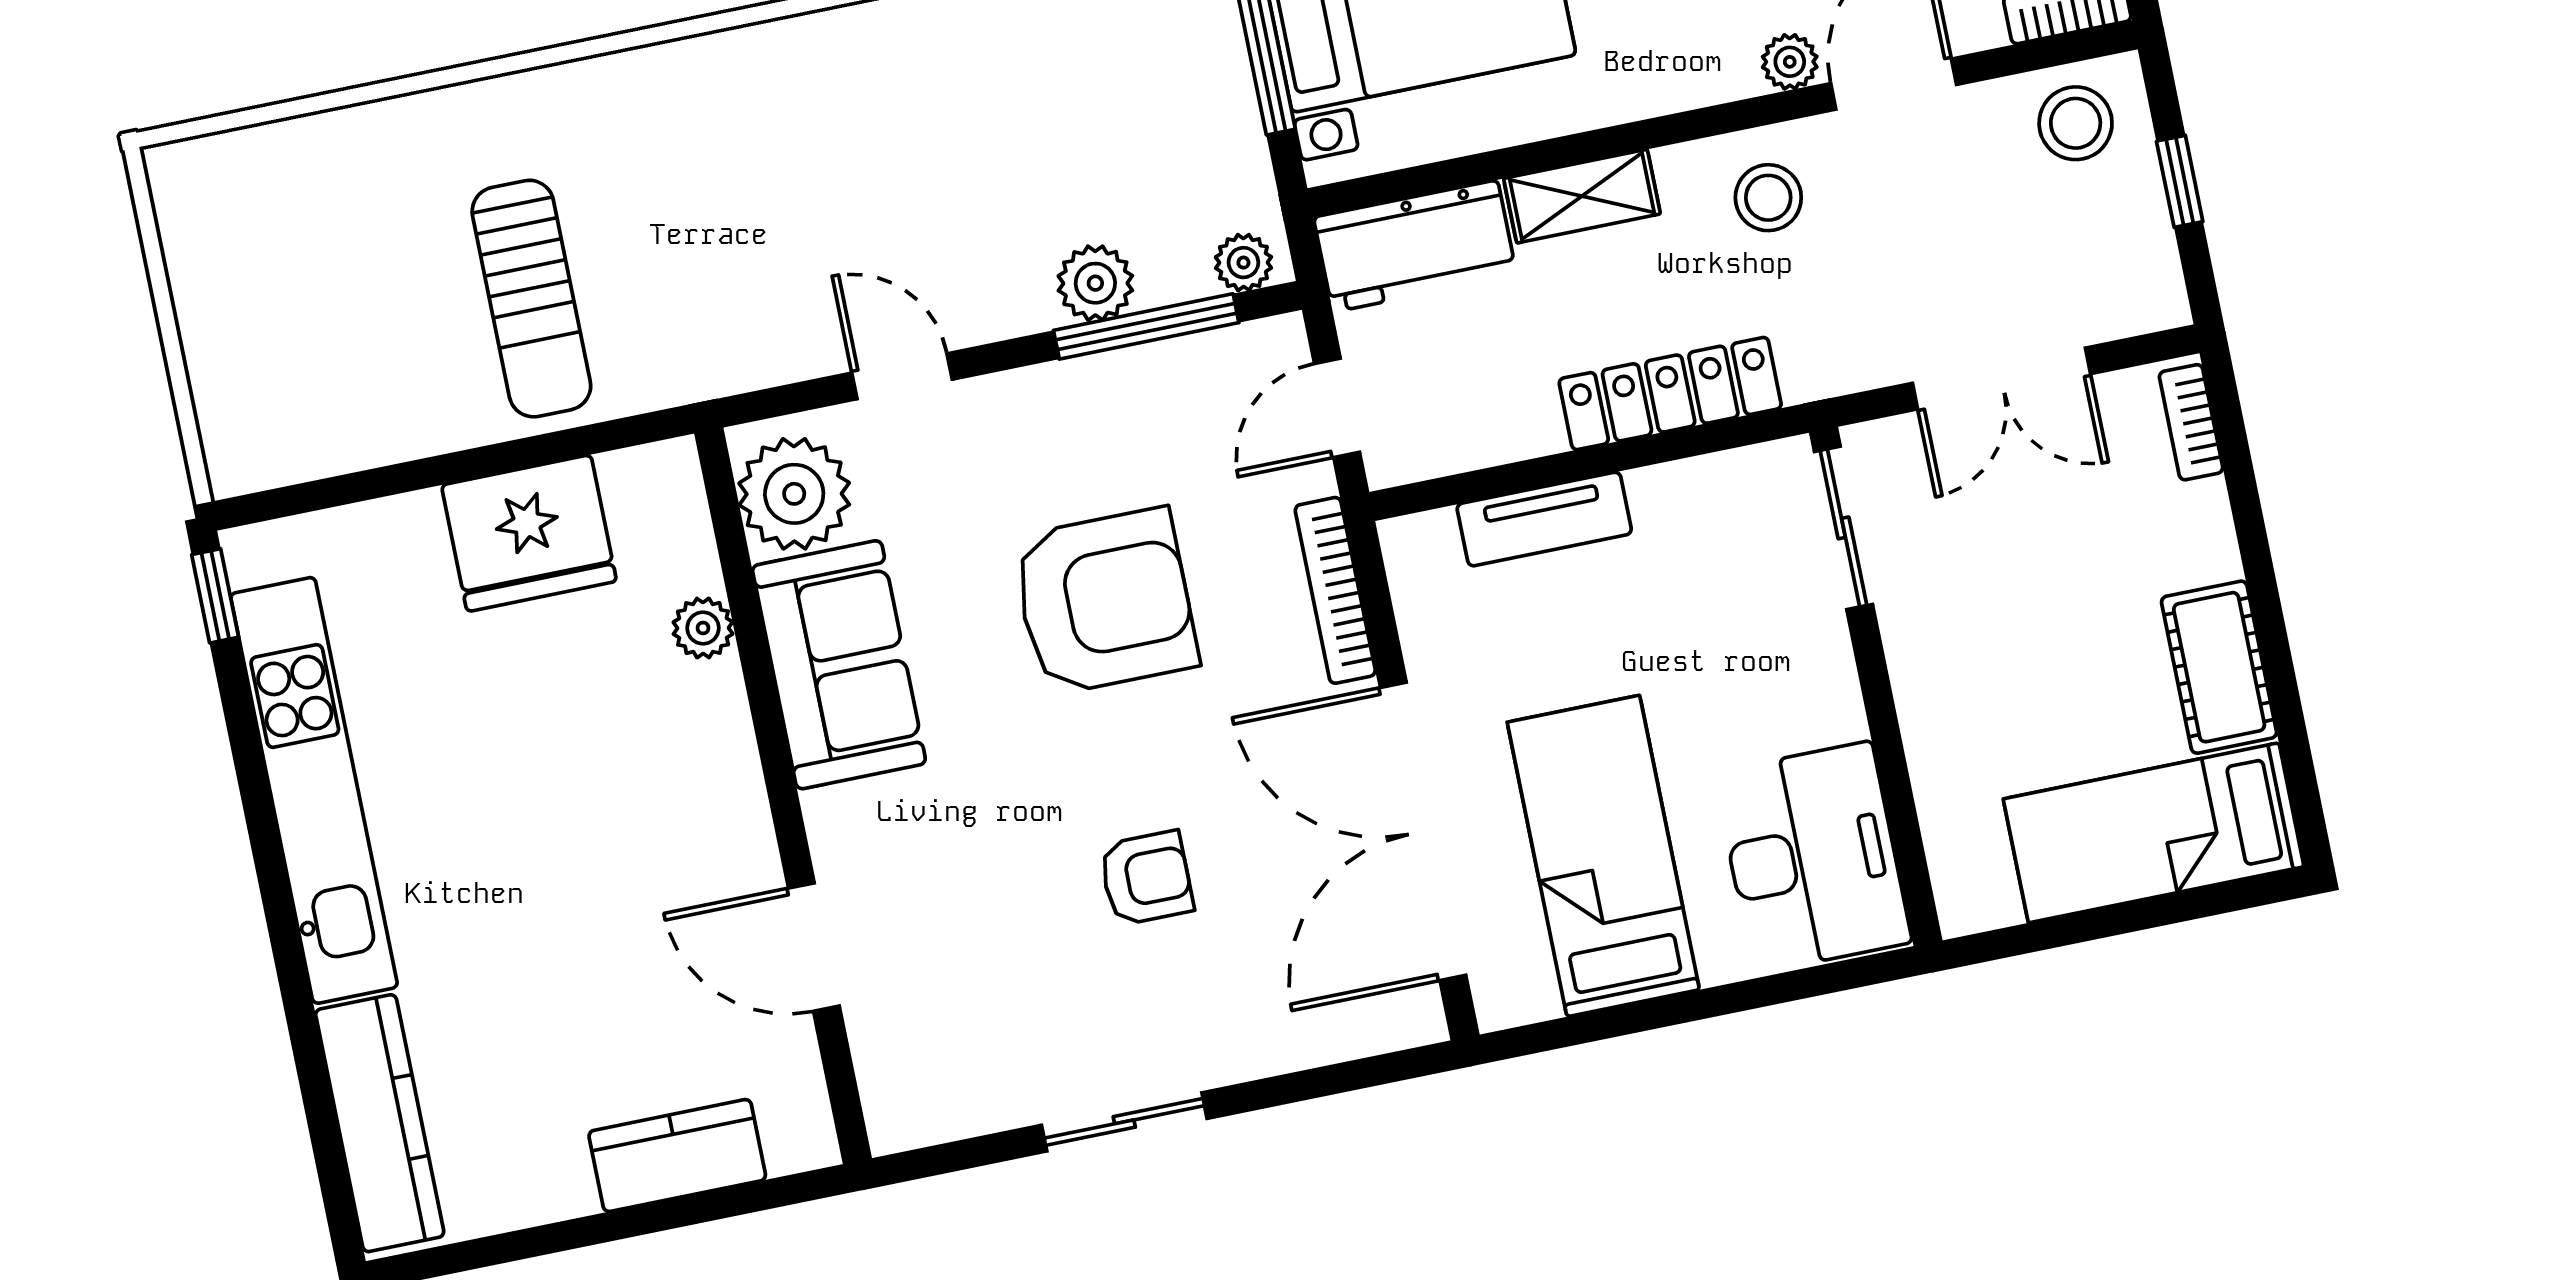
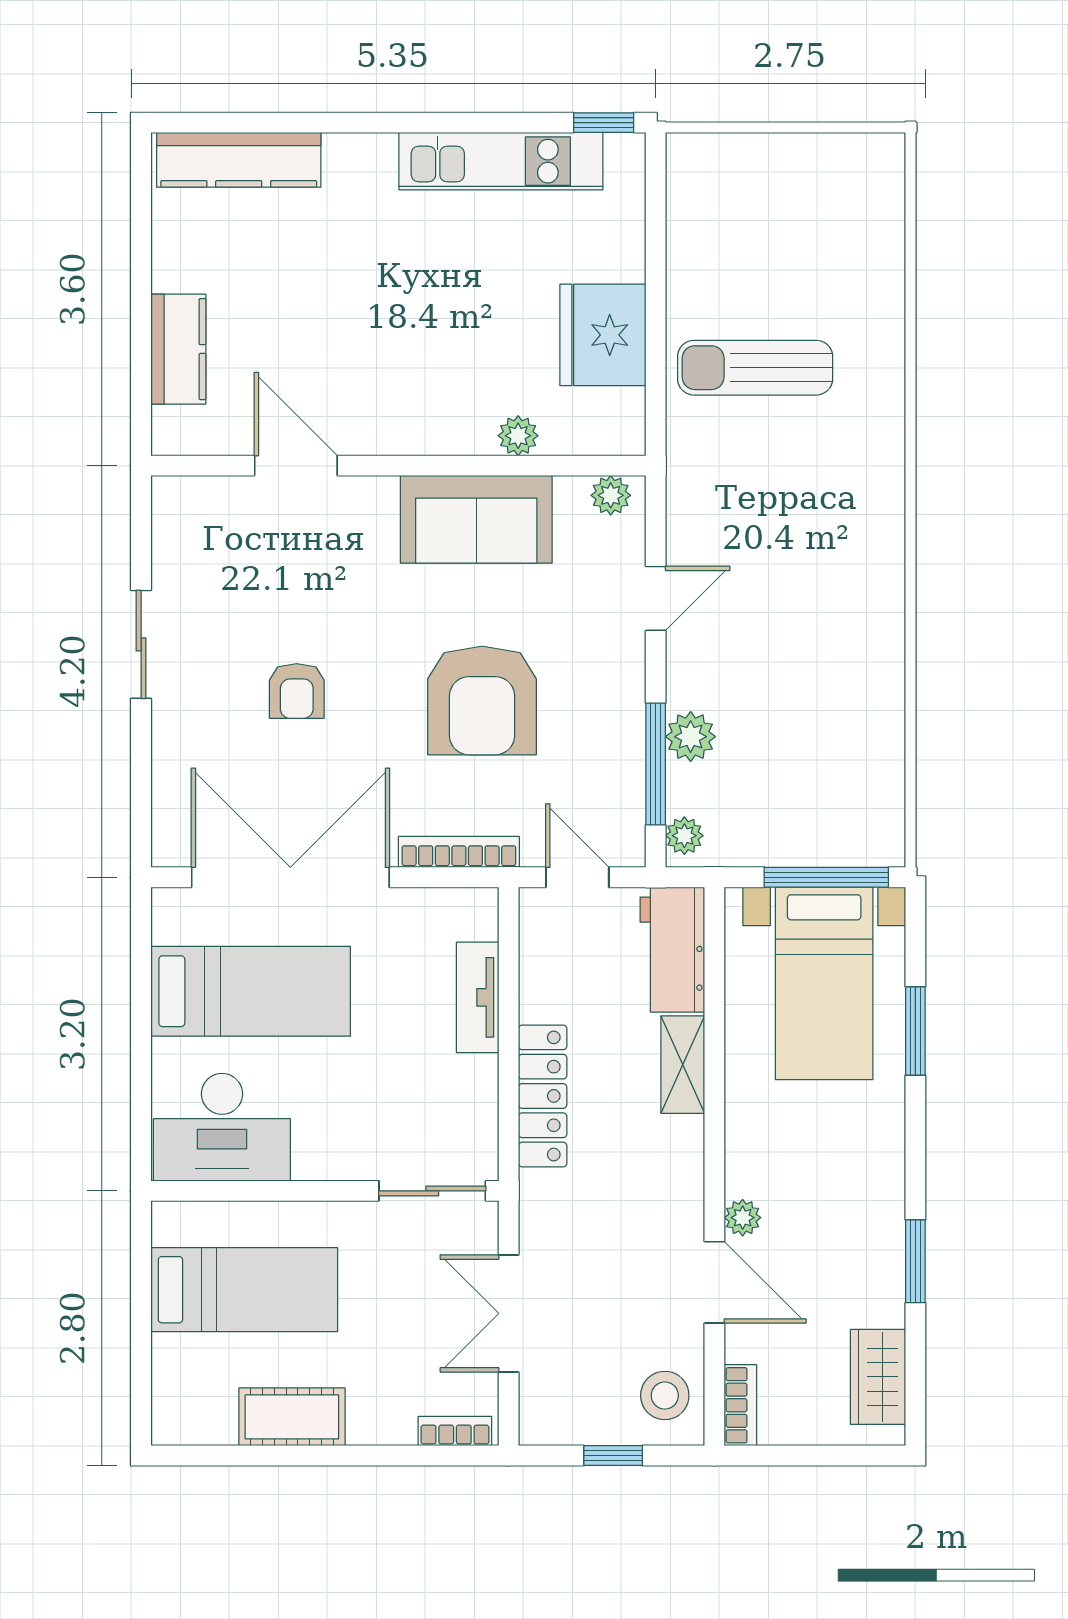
stool: (1768, 198) -> (657, 1186), removed
plant: (794, 494) -> (611, 495), width x0.53, depth x0.53
kitchen unit: (314, 790) -> (501, 161), width x0.73
bed: (2154, 833) -> (244, 1290), moved, turned 90
door: (814, 947) -> (296, 466), hinge flipped

